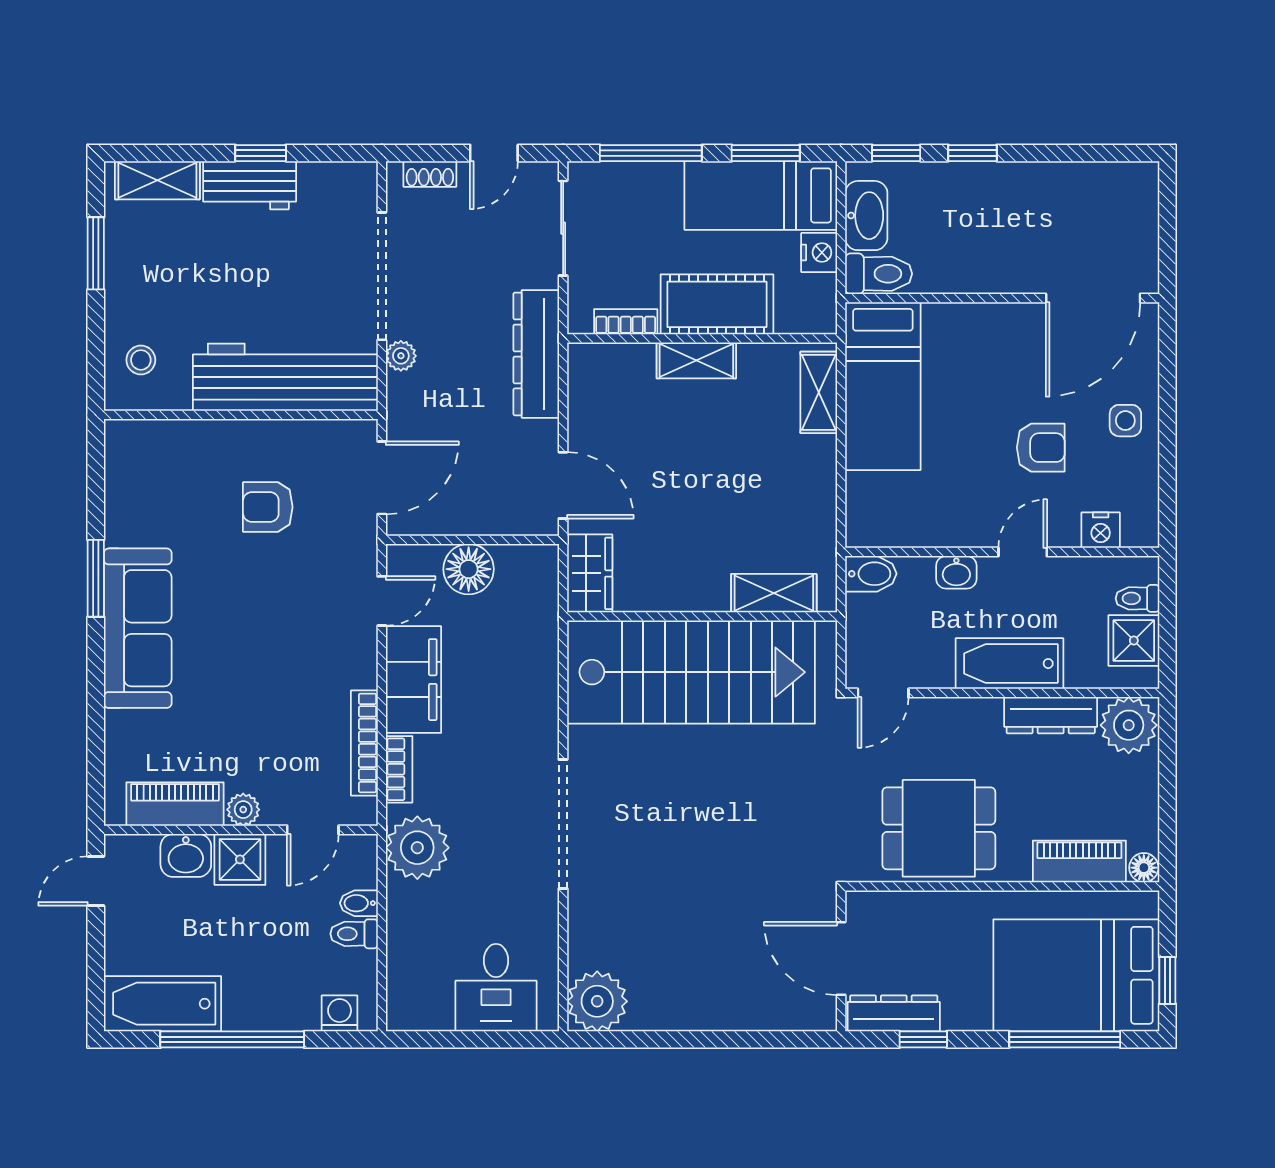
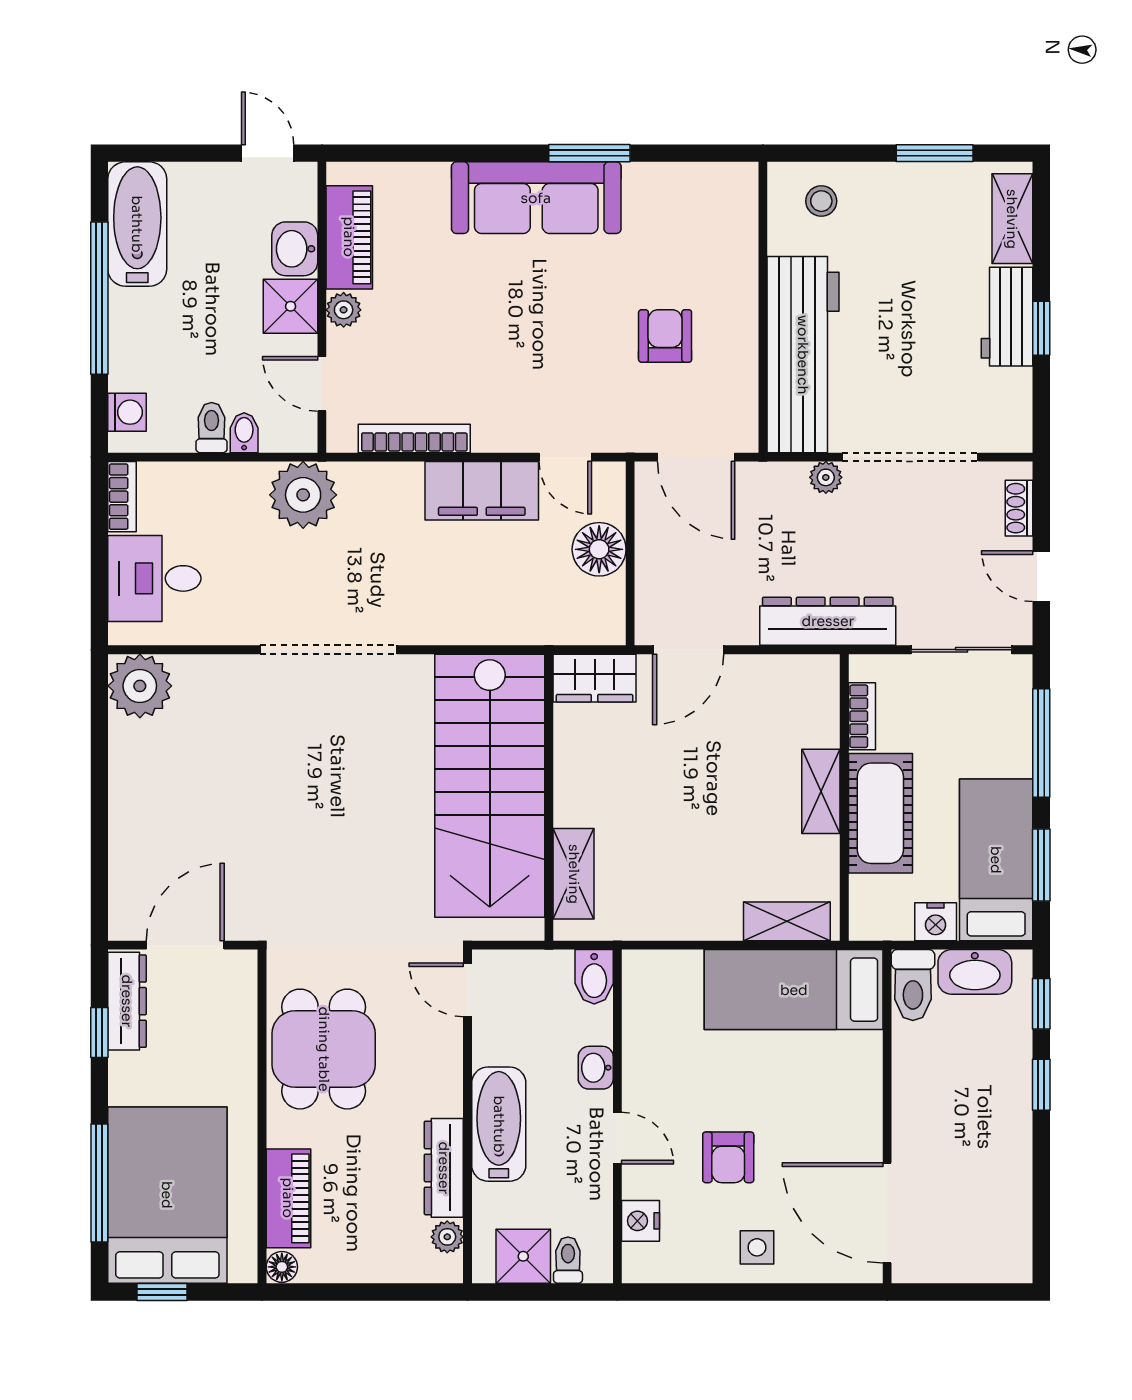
plant: (1129, 725) -> (447, 1237), width x0.53, depth x0.53
bookcase: (399, 769) -> (122, 497), moved, turned -90

